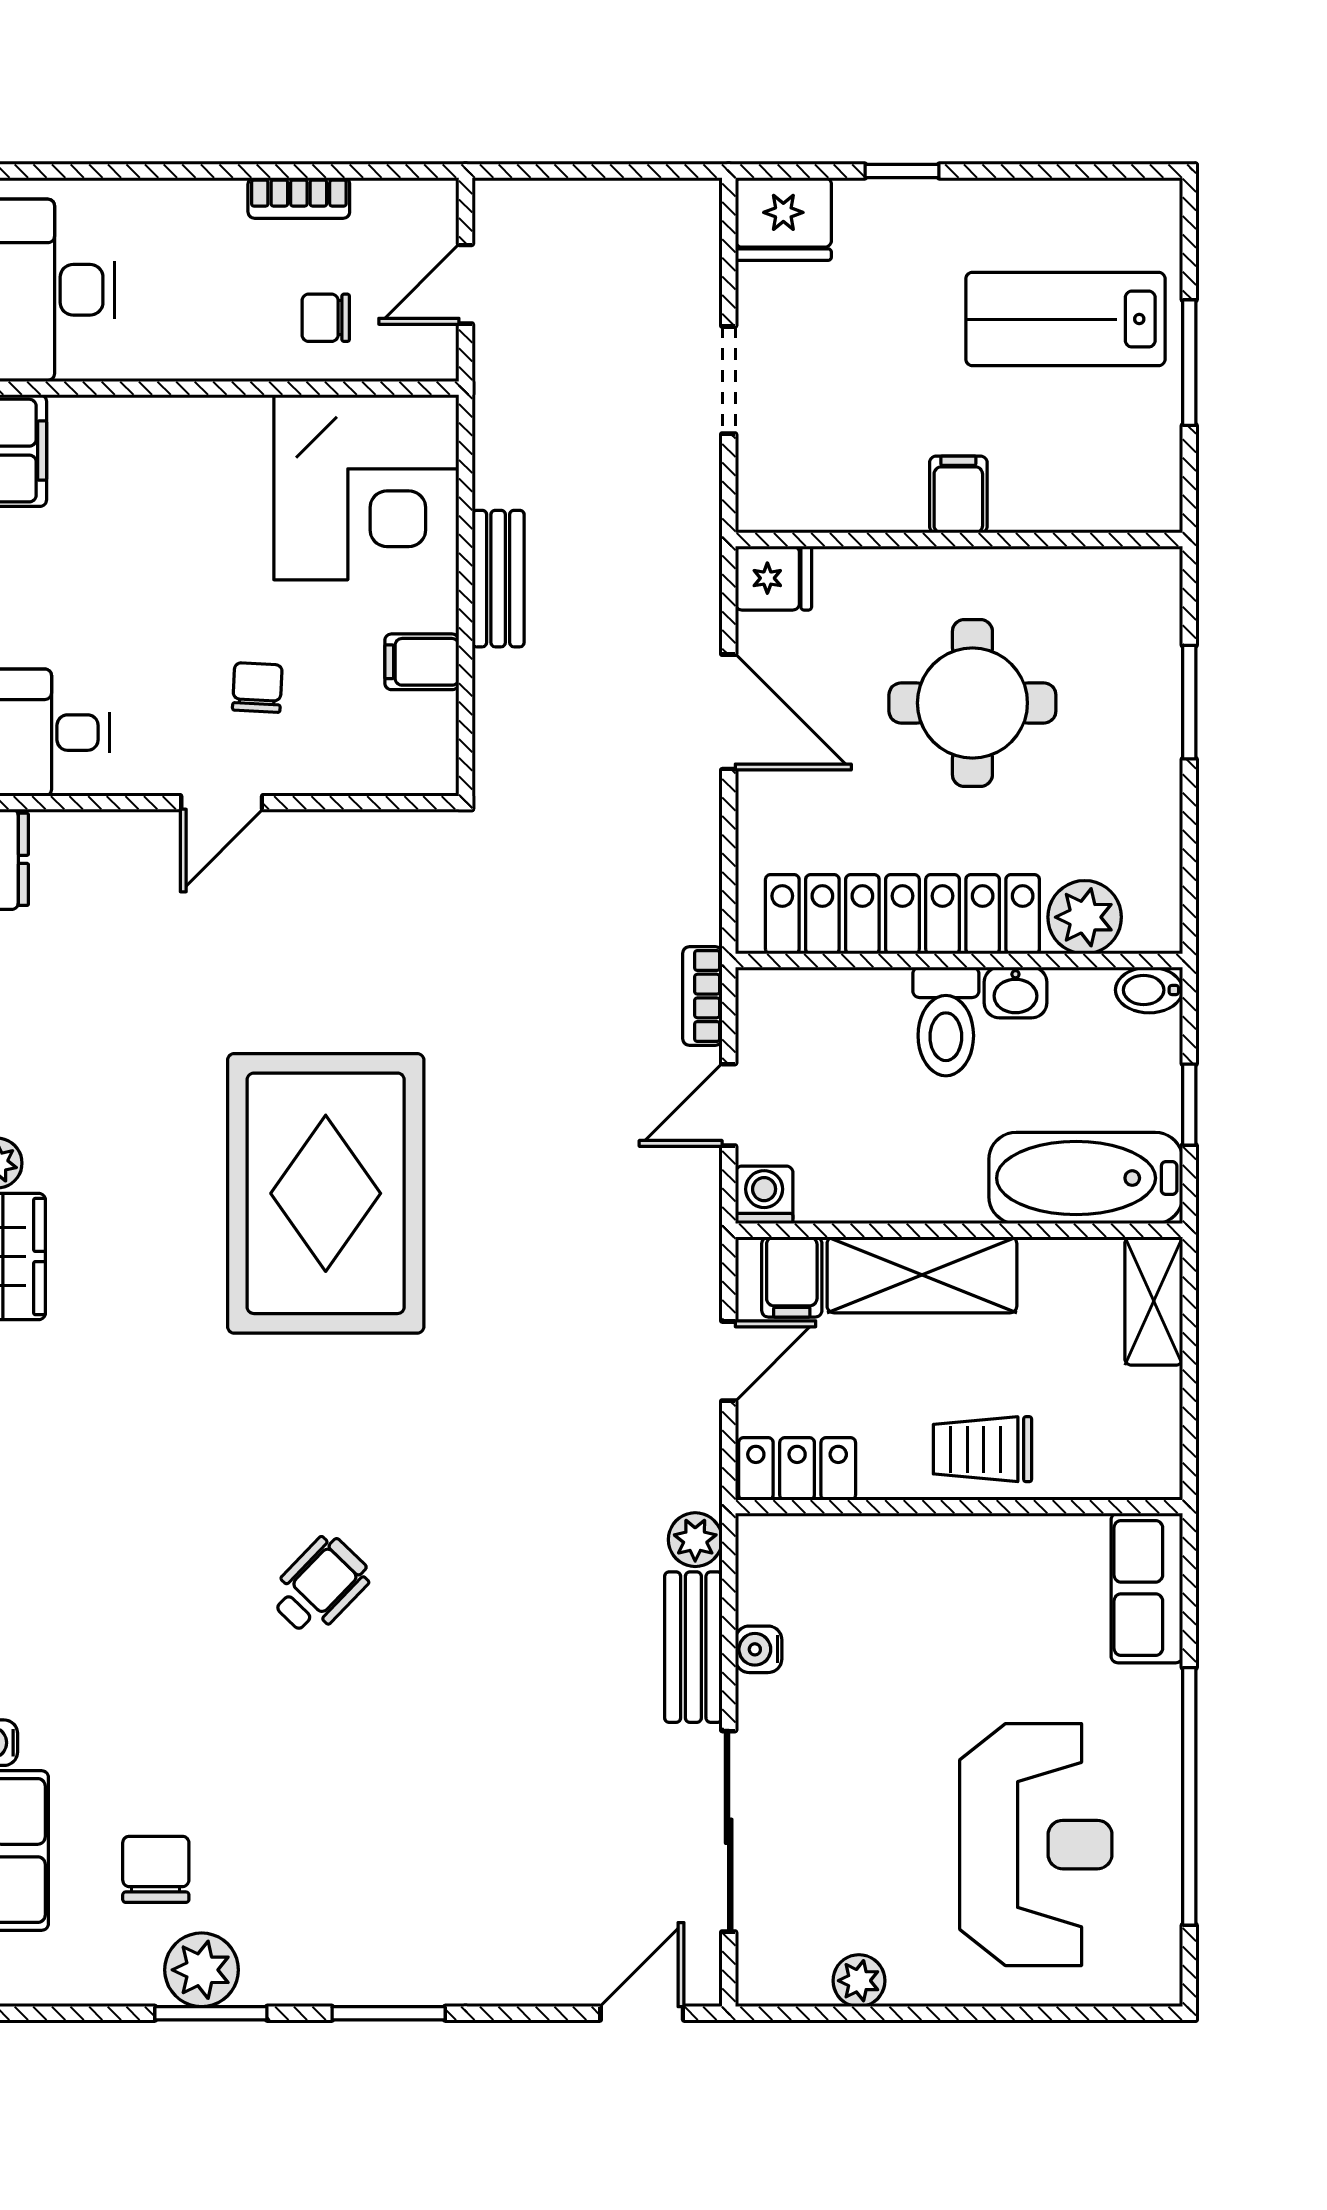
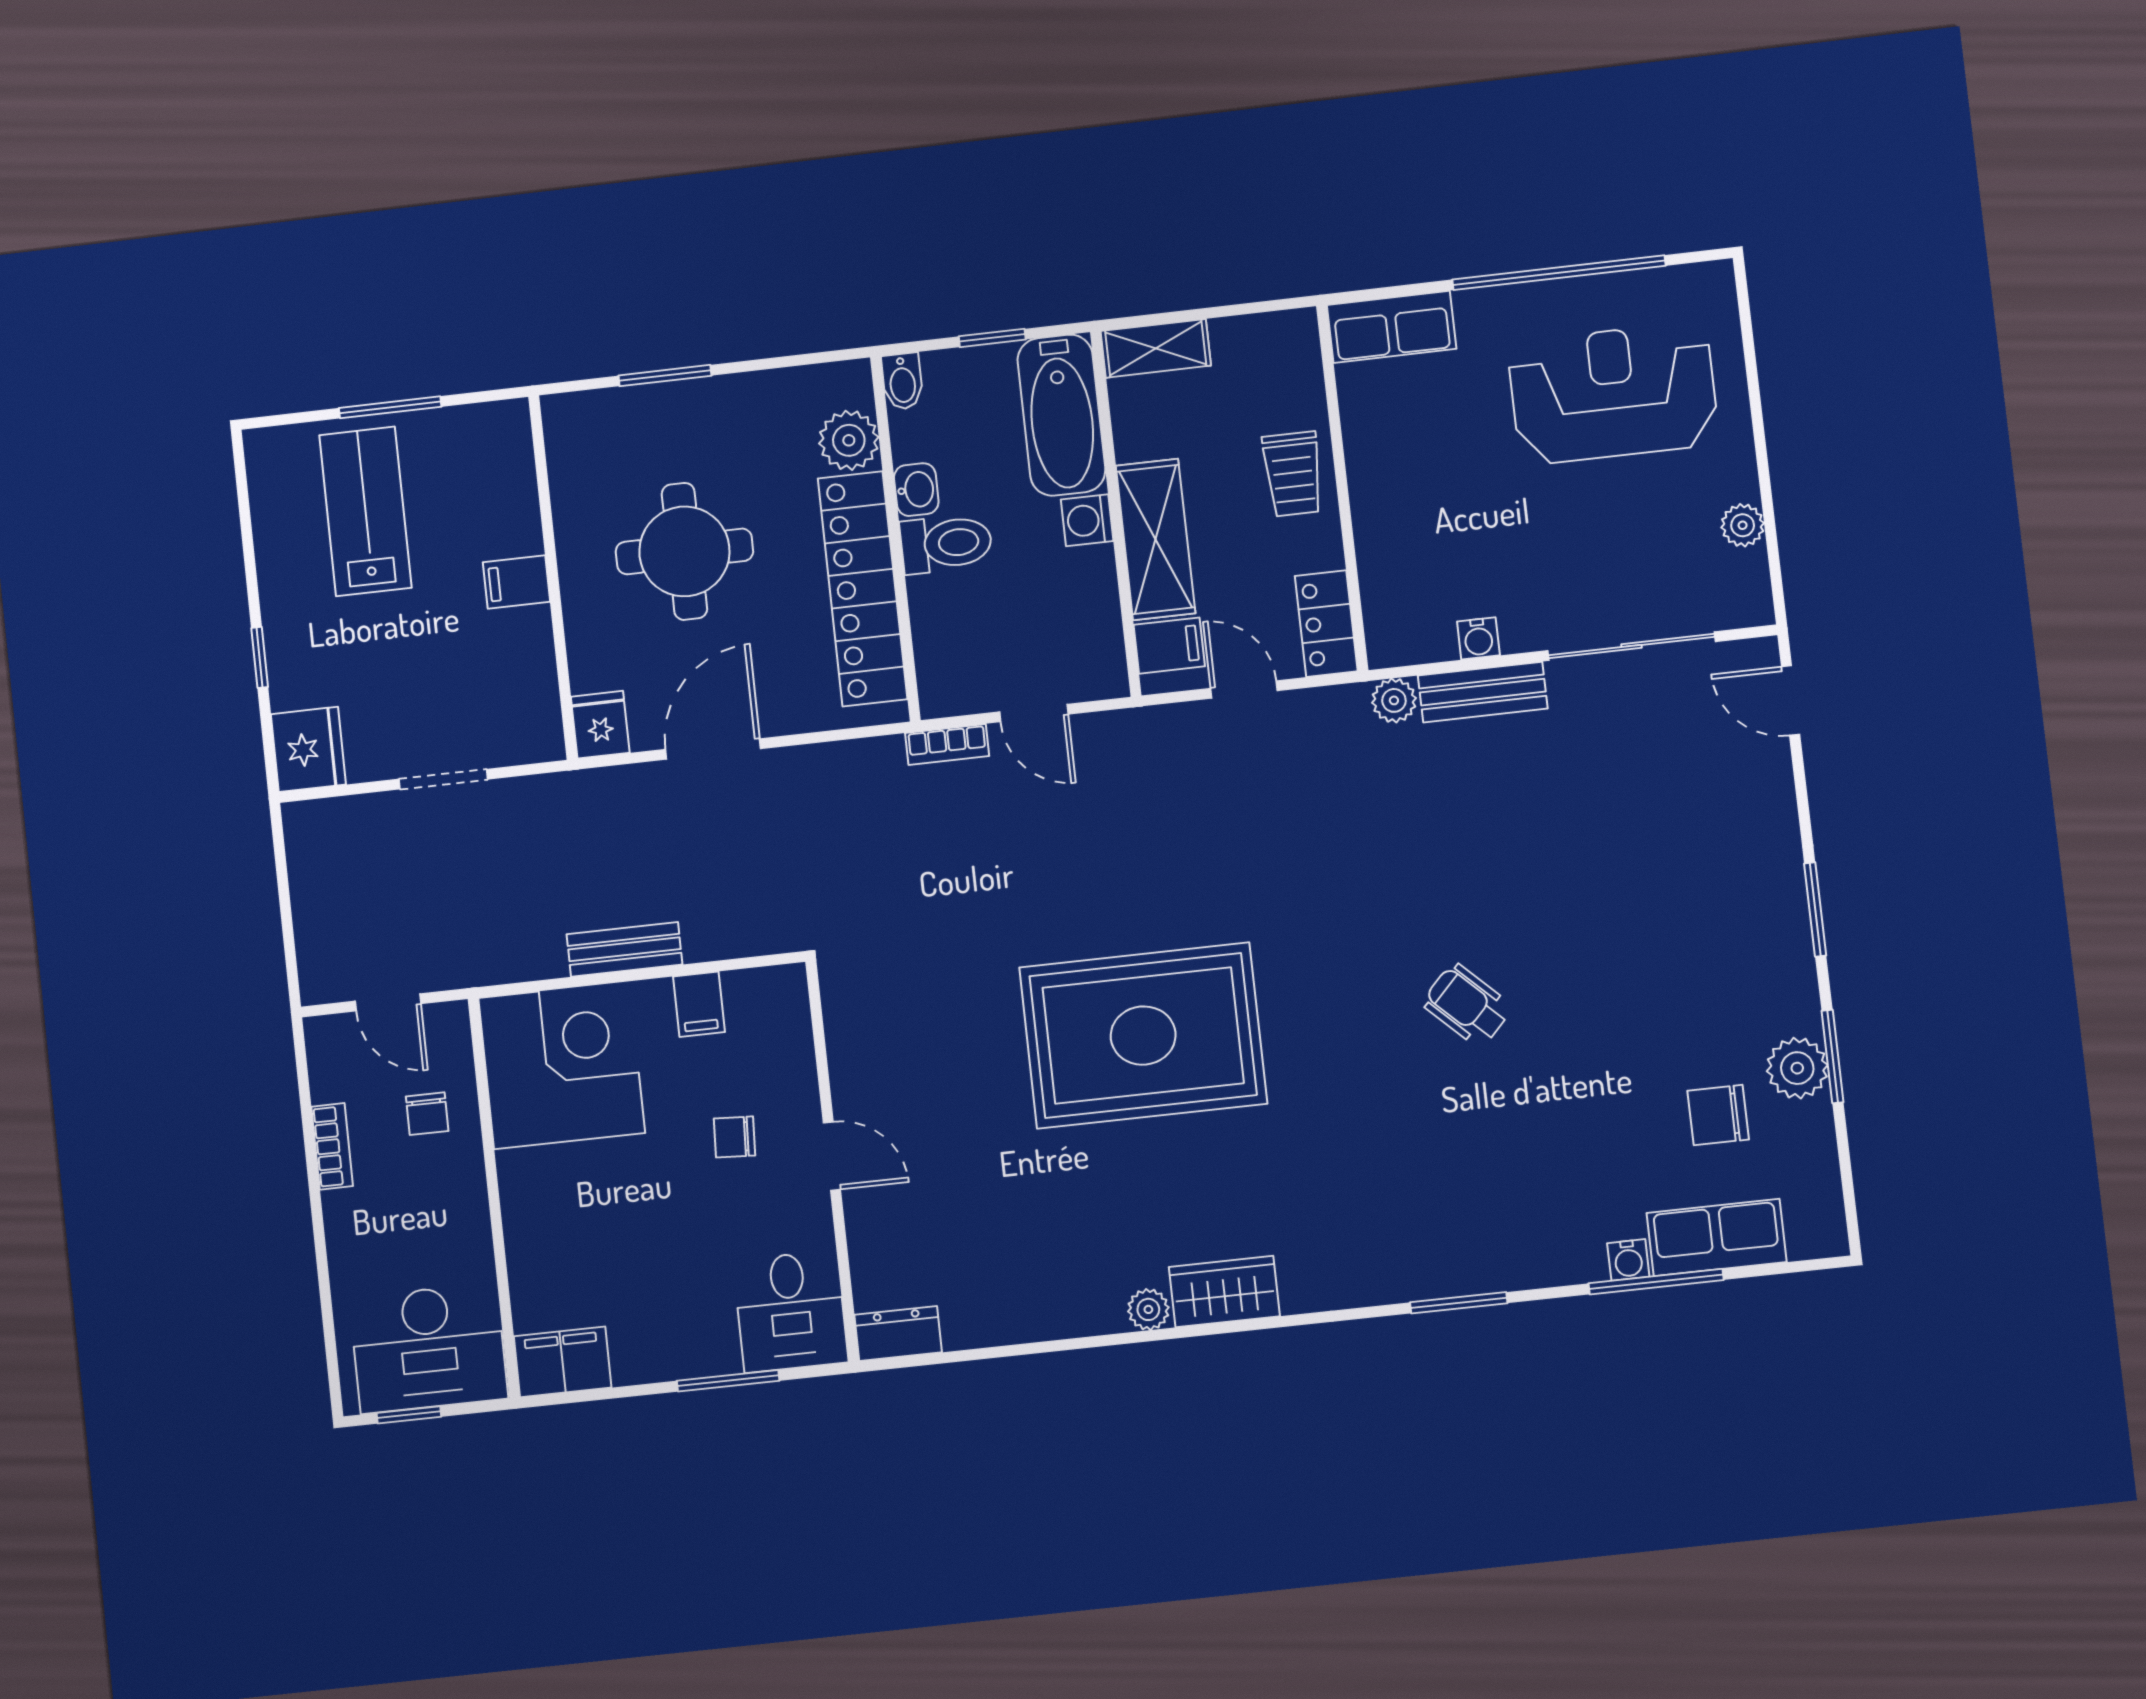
lab bench: (1065, 319) -> (365, 511), turned 180
washing machine: (764, 1195) -> (1087, 520), moved

